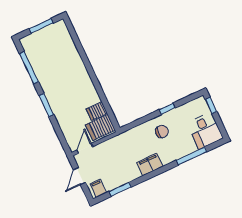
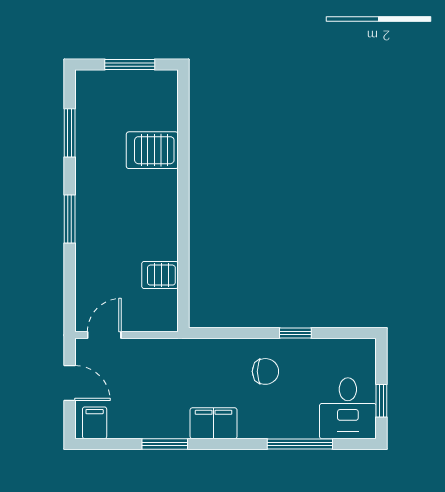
window: (29, 68) -> (70, 133), width x0.69
window: (211, 105) -> (381, 401), moved
server rack: (100, 127) -> (152, 150), moved
door: (79, 176) -> (70, 383), swing flipped
window: (120, 189) -> (165, 444), moved

